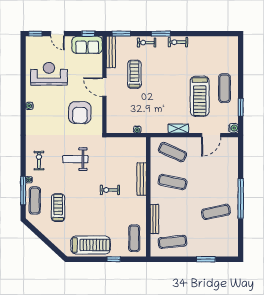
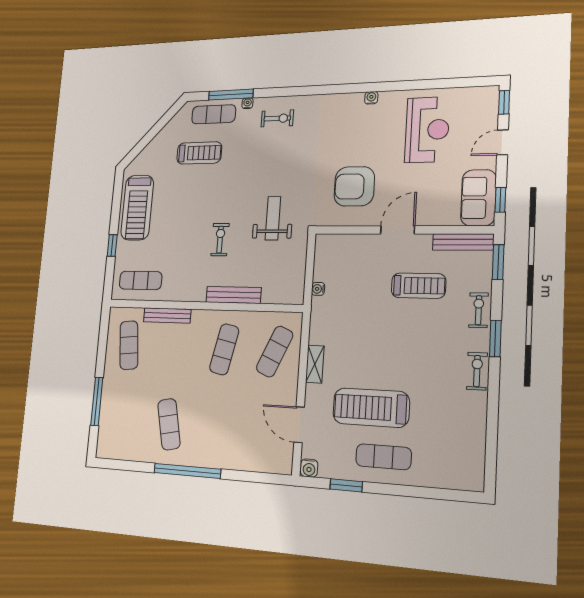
weight bench: (75, 159) -> (273, 218), moved
window: (206, 259) -> (97, 401), width x1.44

